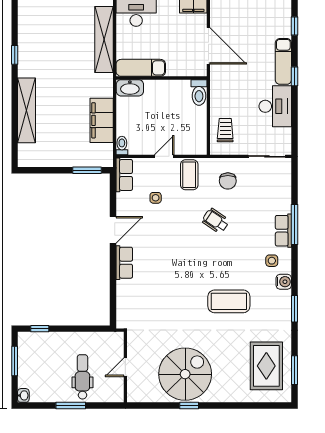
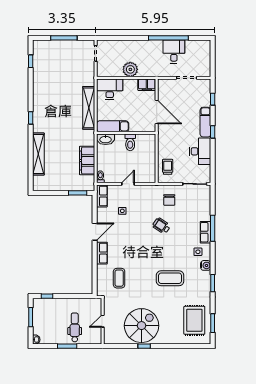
toilet: (199, 93) -> (130, 142), moved
coffee table: (189, 175) -> (119, 278), moved

